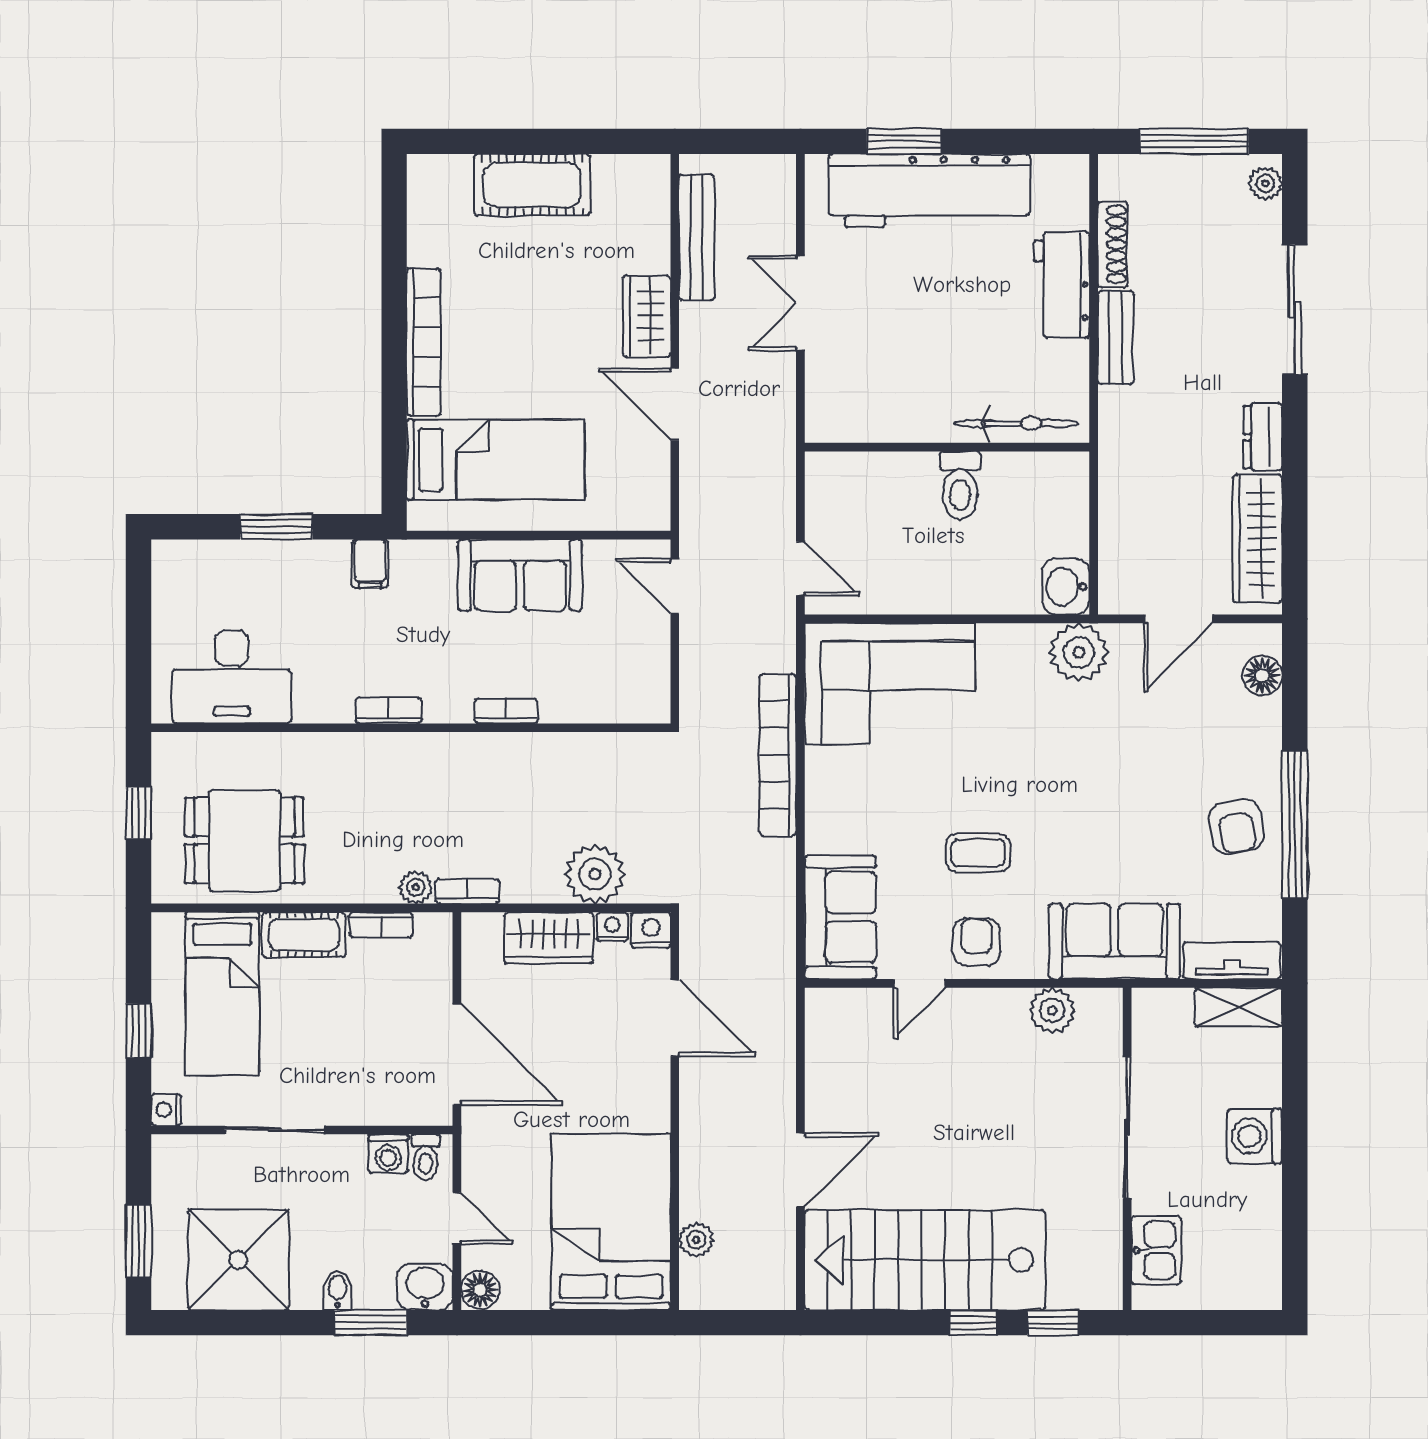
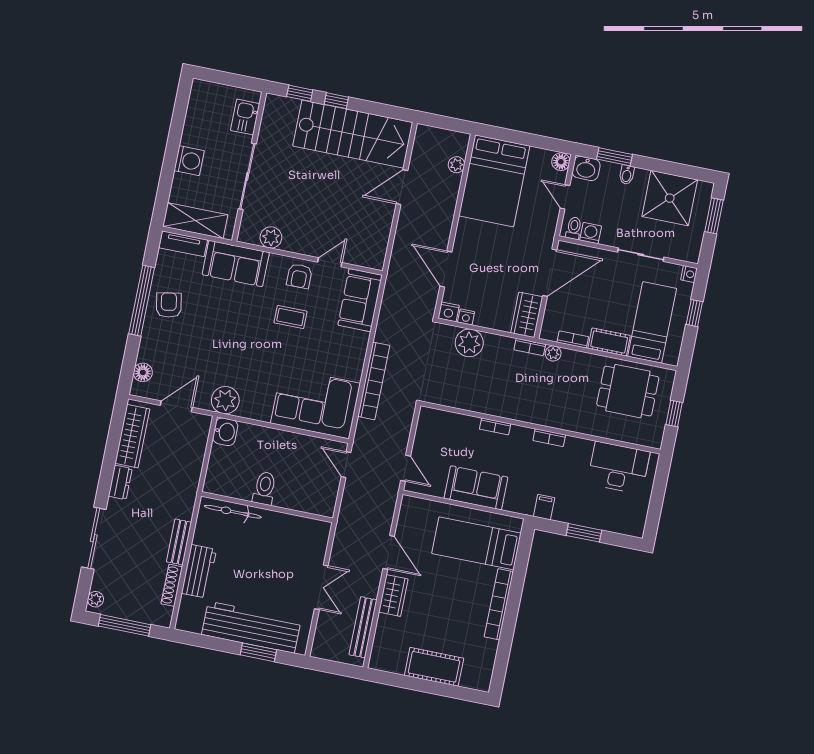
wardrobe: (549, 938) -> (527, 315), moved, turned -90
shelving: (1239, 1007) -> (195, 221), width x1.50, depth x1.33
door: (457, 1054) -> (550, 273), swing flipped

